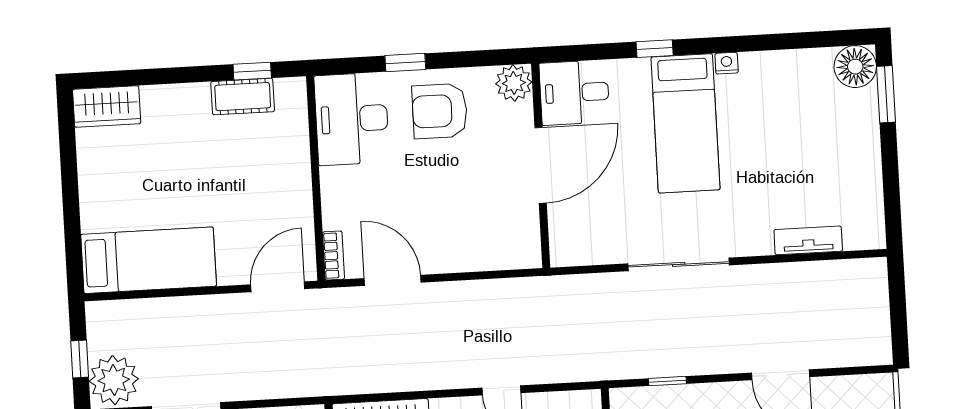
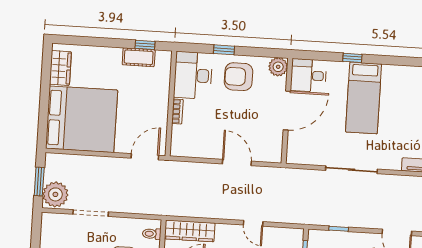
nightstand: (727, 63) -> (388, 70), removed
wardrobe: (107, 107) -> (60, 68), moved, turned -90
bookcase: (334, 256) -> (177, 111), moved
bed: (149, 260) -> (82, 119), width x2.04
door: (393, 280) -> (237, 162), moved
window: (80, 359) -> (39, 182), width x1.50

